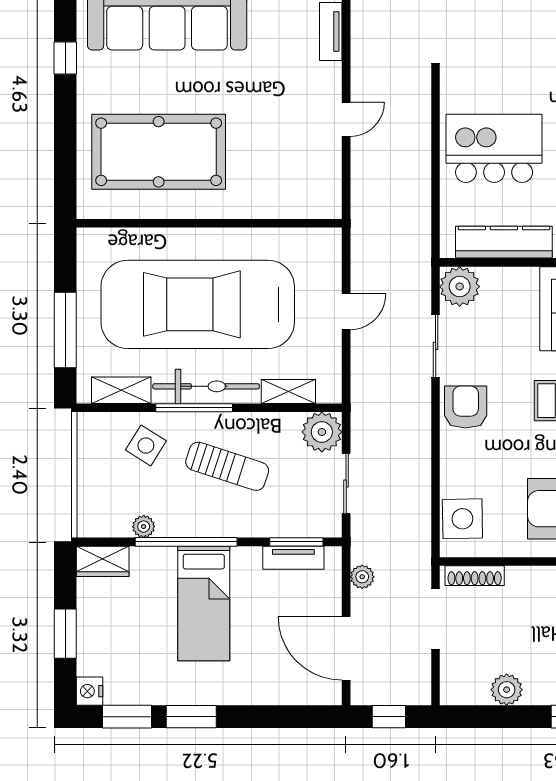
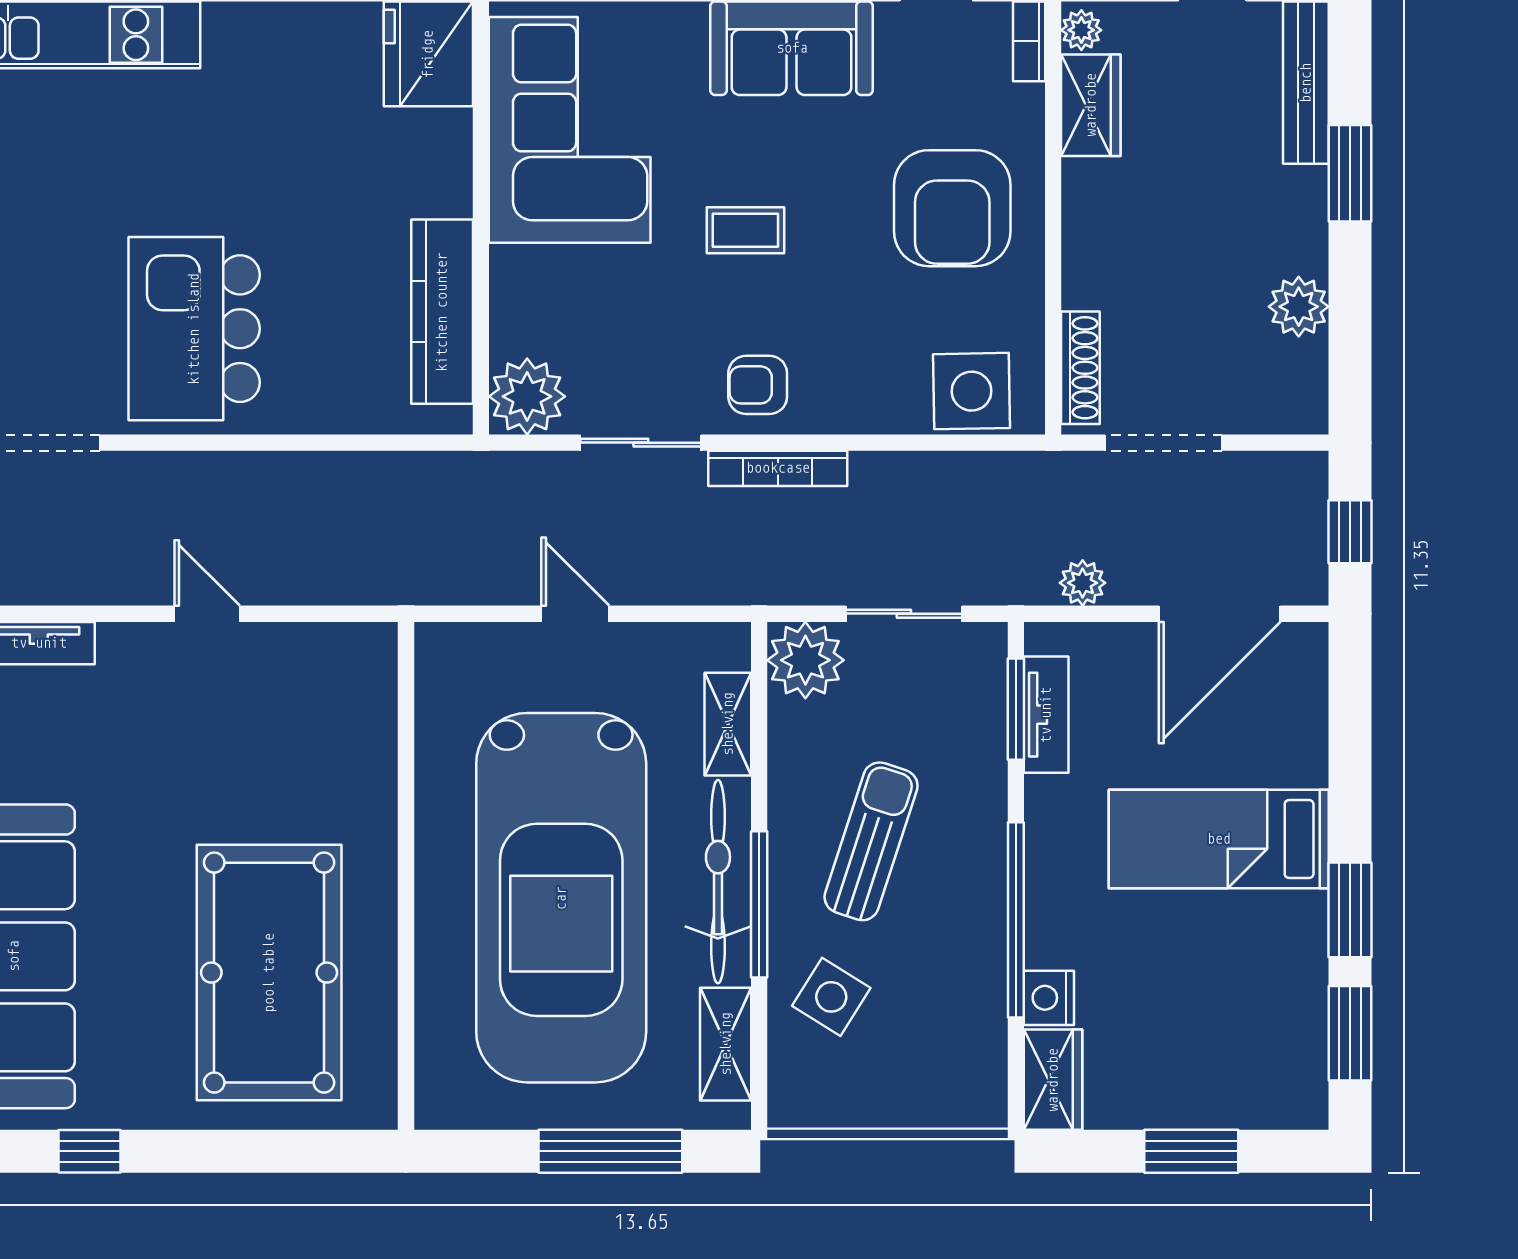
kitchen island: (494, 148) -> (194, 329), moved
armchair: (466, 407) -> (758, 385), width x0.72, depth x0.72
bookcase: (422, 418) -> (778, 468), added
plant: (144, 527) -> (986, 1001), removed
bed: (204, 603) -> (1219, 839), moved, turned 180
nightstand: (89, 691) -> (1049, 998), moved, turned 90

